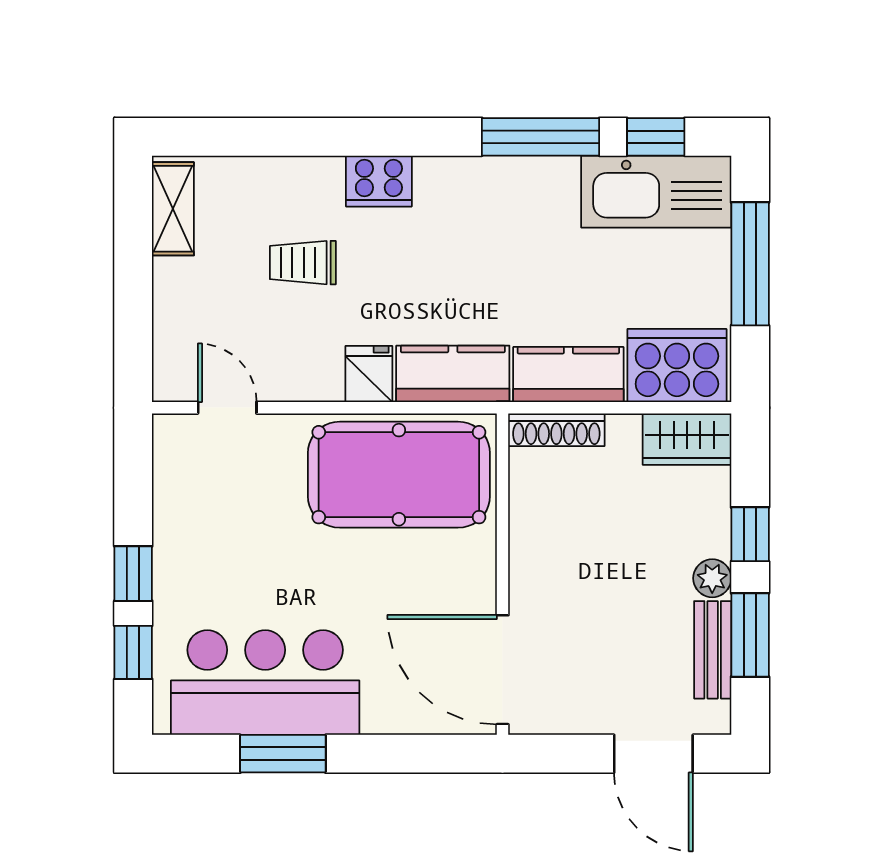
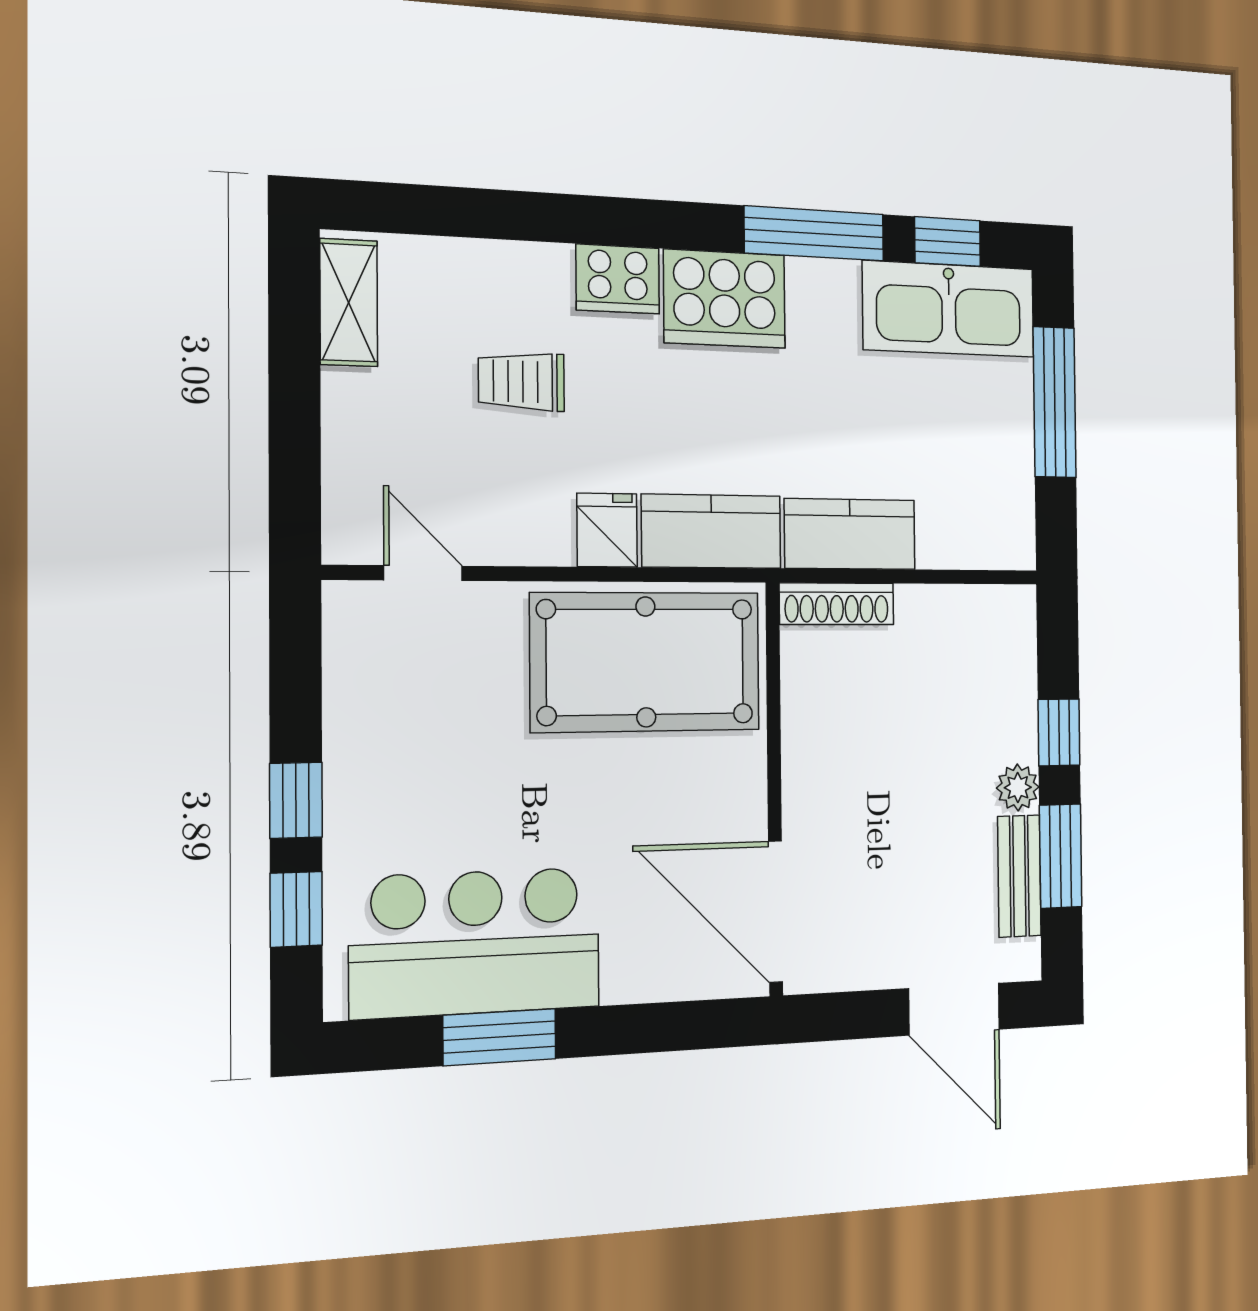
cooker: (677, 366) -> (725, 299), moved, turned 180
wardrobe: (687, 439) -> (987, 616), removed

